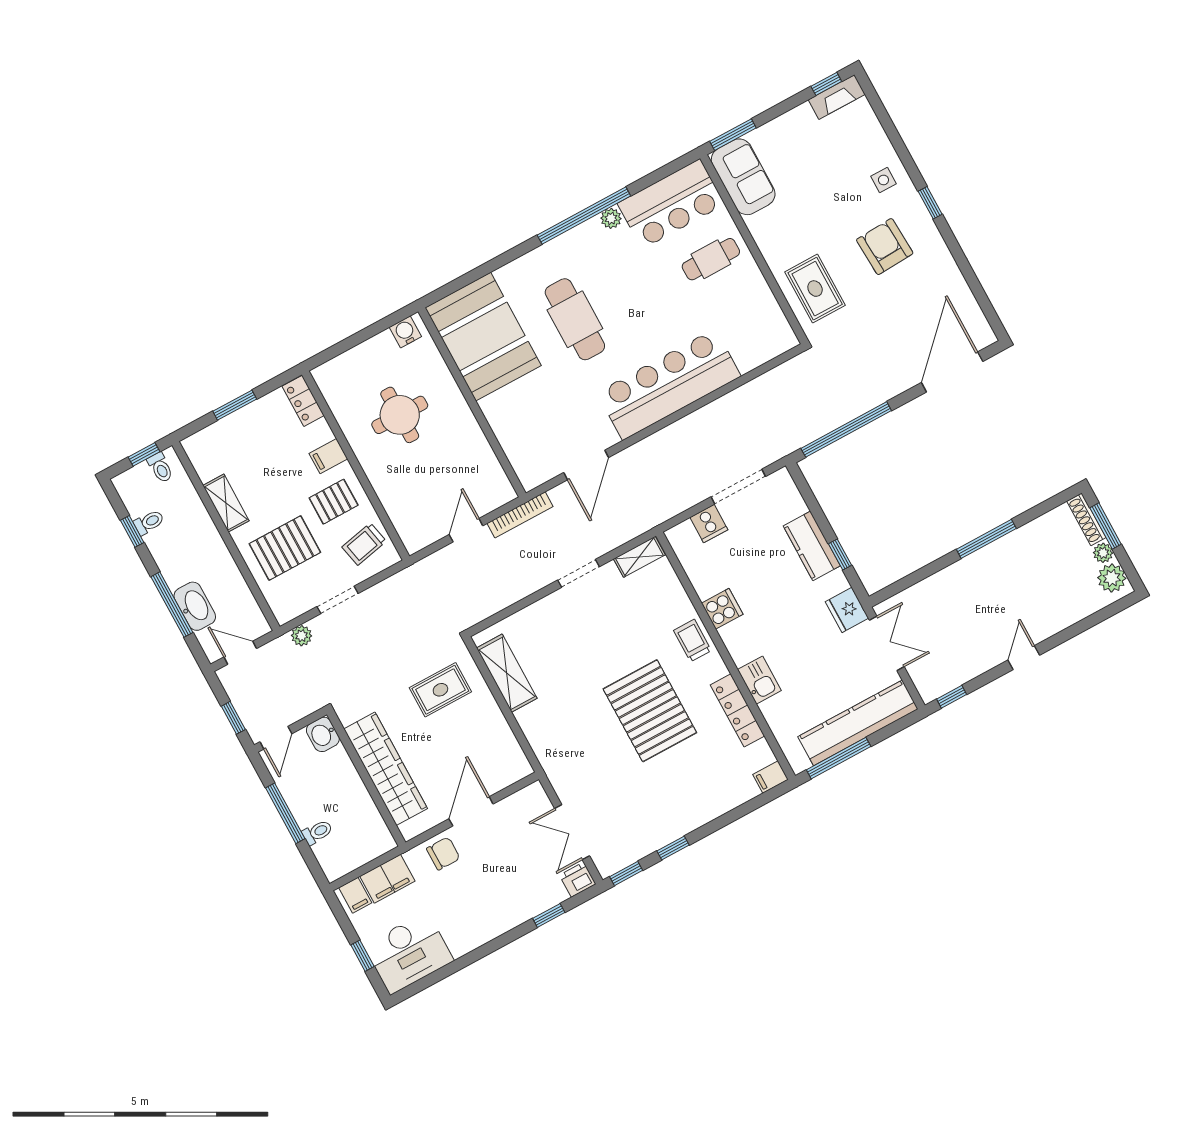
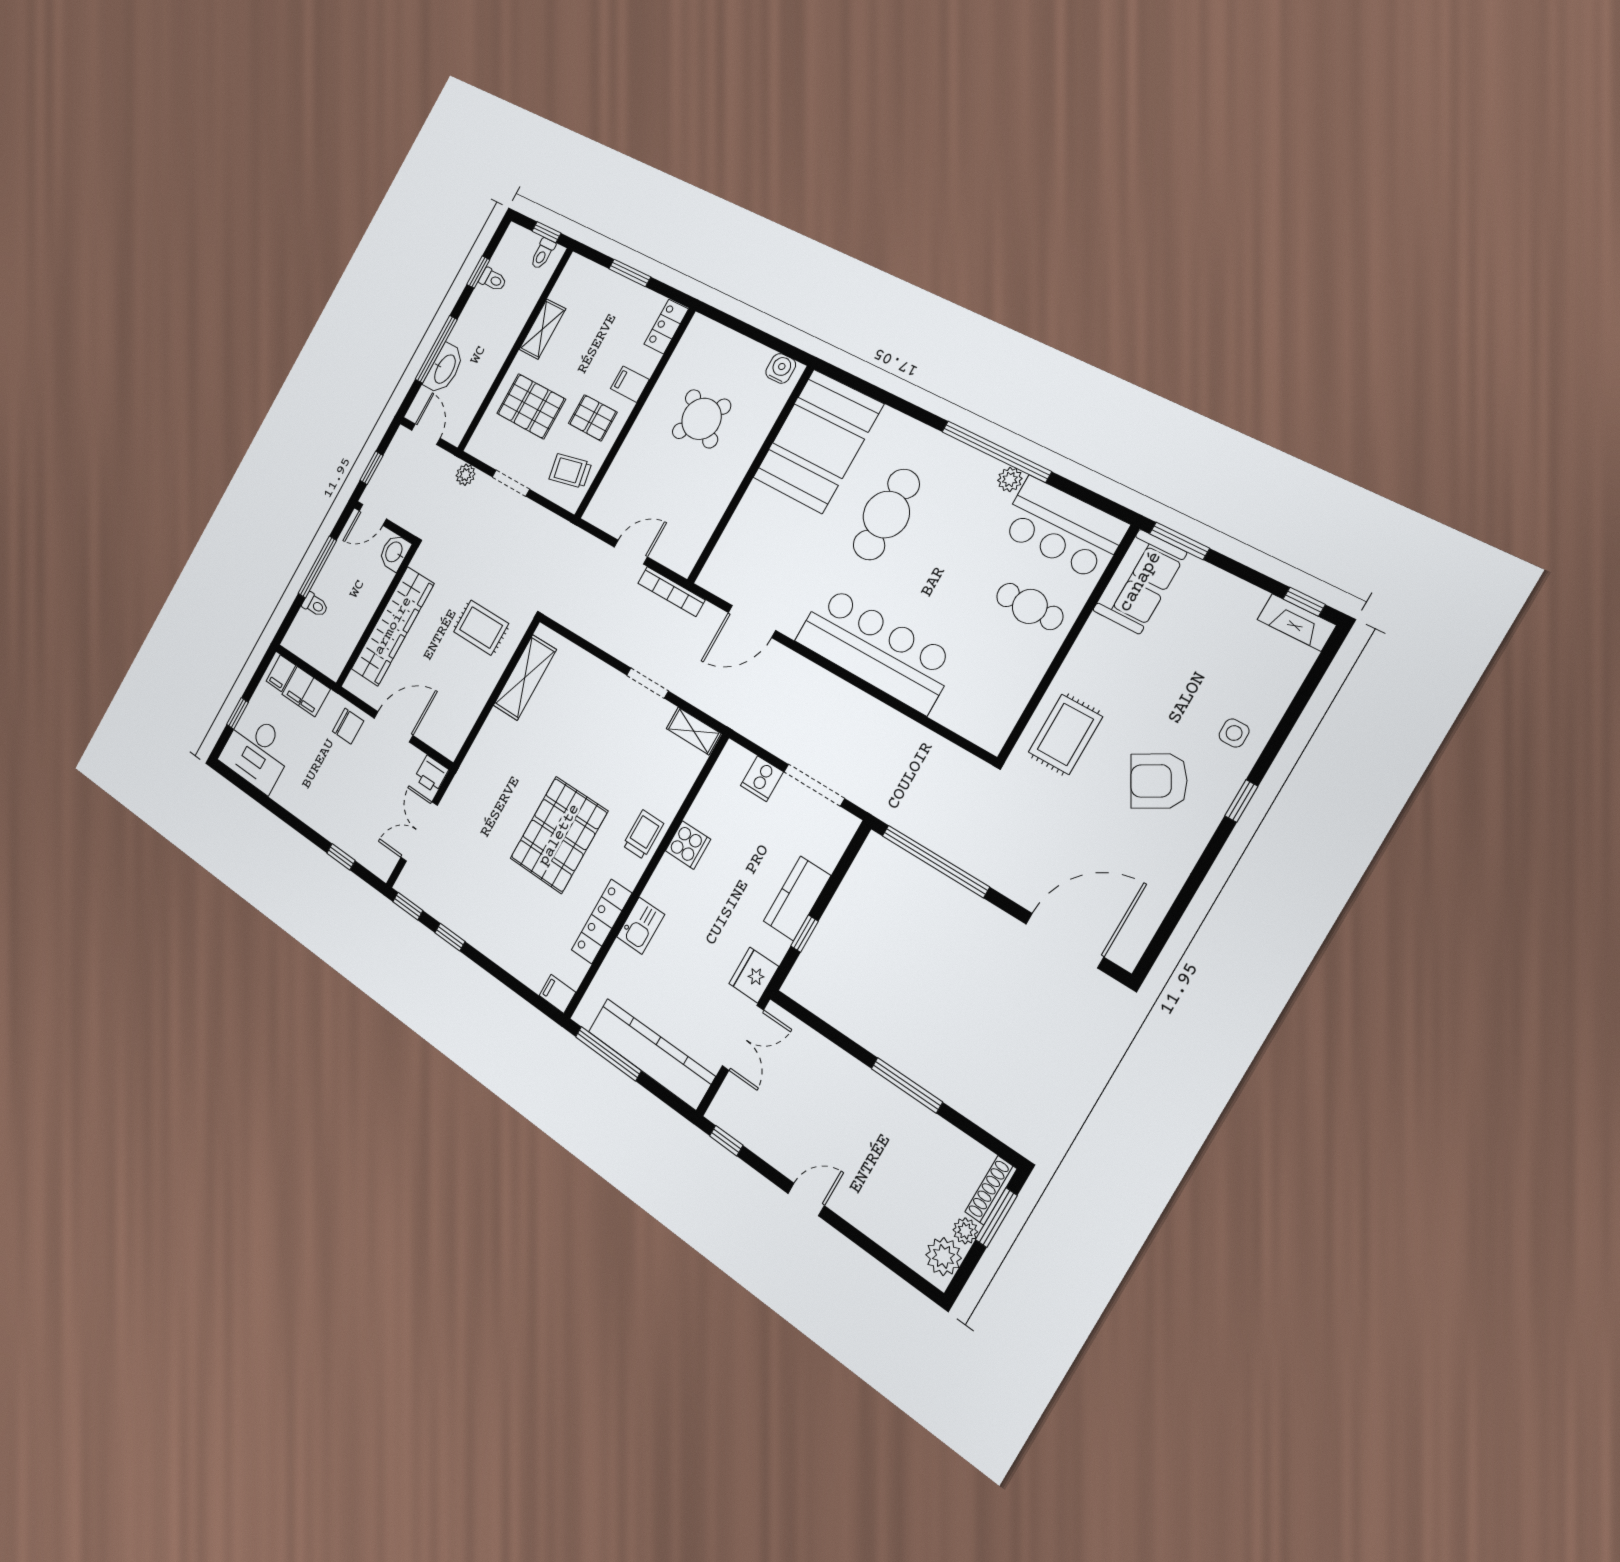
armchair: (885, 247) -> (1159, 781), turned -117
round table: (400, 415) -> (702, 419), turned 36
printer: (578, 880) -> (431, 774), moved, turned 180

